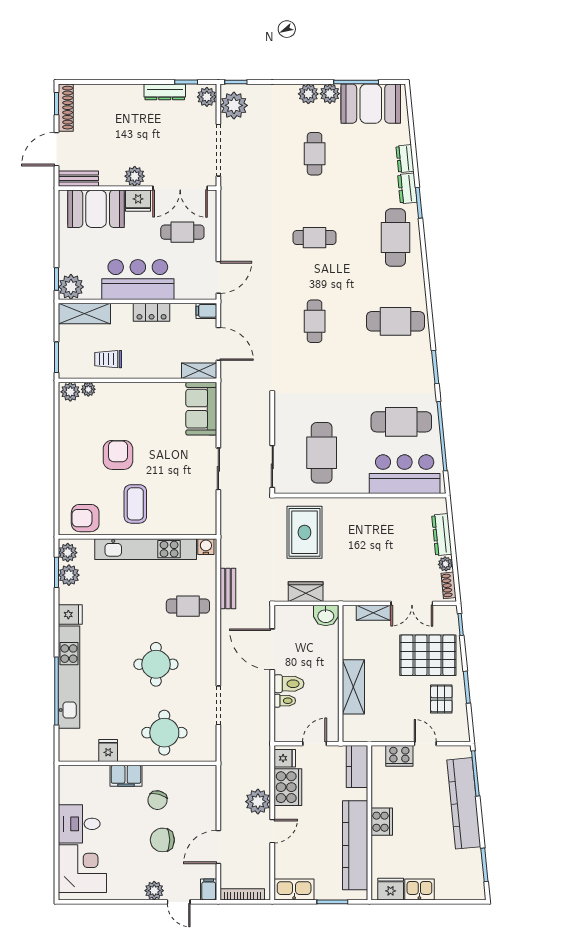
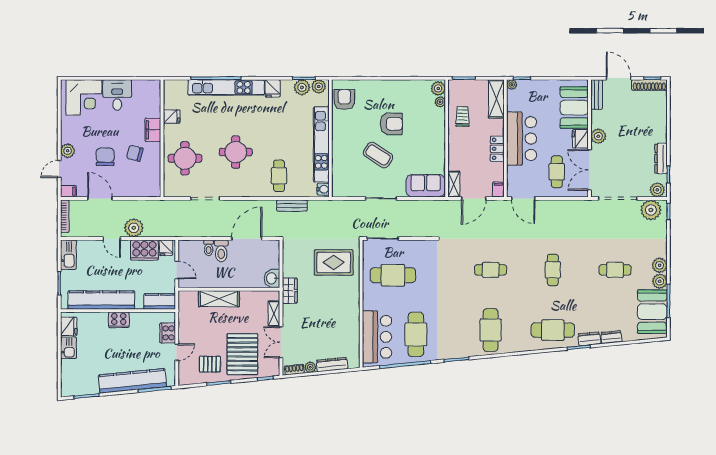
plant: (71, 287) -> (512, 85), width x0.53, depth x0.53
coffee table: (135, 504) -> (378, 155), moved, turned 33
wardrobe: (306, 592) -> (290, 291), moved

